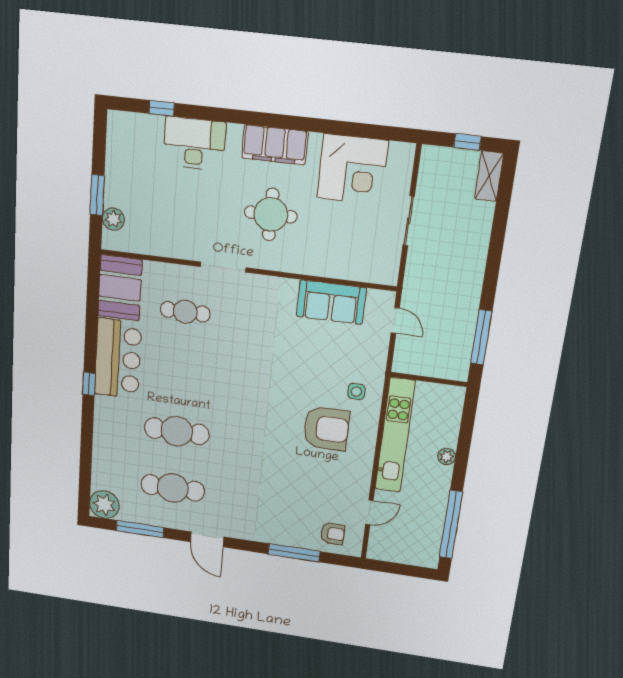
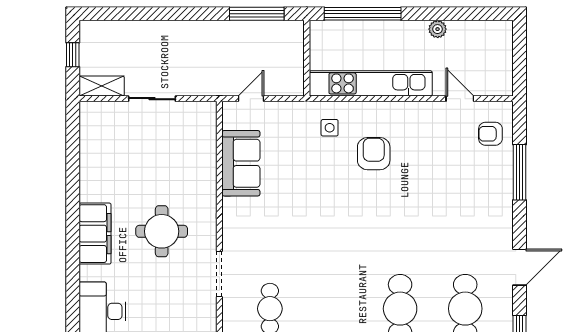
corner desk: (352, 169) -> (110, 158), removed
shelving: (489, 176) -> (102, 86), moved
armchair: (326, 428) -> (374, 154), width x0.73, depth x0.73
plant: (447, 457) -> (438, 29), moved
window: (451, 524) -> (363, 14), moved
armchair: (333, 534) -> (490, 134), turned -90

